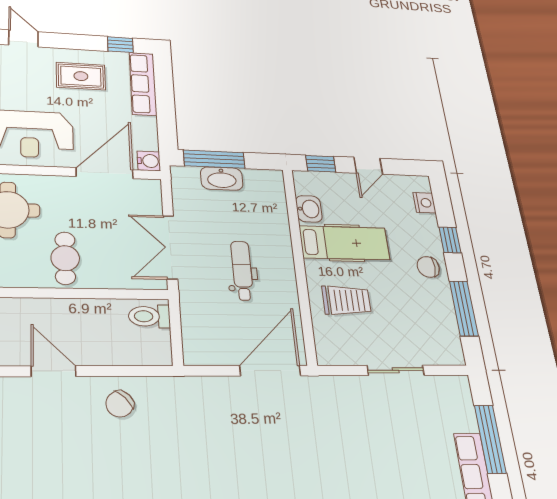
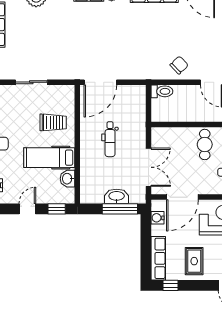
rug: (81, 76) -> (194, 261), turned 90
water cooler: (149, 161) -> (158, 218), moved
double door: (170, 247) -> (149, 167), moved
trolley: (346, 300) -> (53, 122), turned 180
toilet: (149, 316) -> (162, 91), moved

